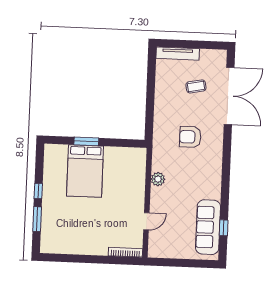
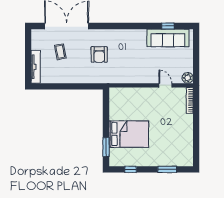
window: (86, 141) -> (106, 147), moved
plant: (158, 179) -> (188, 78), moved
window: (38, 191) -> (131, 169), moved

